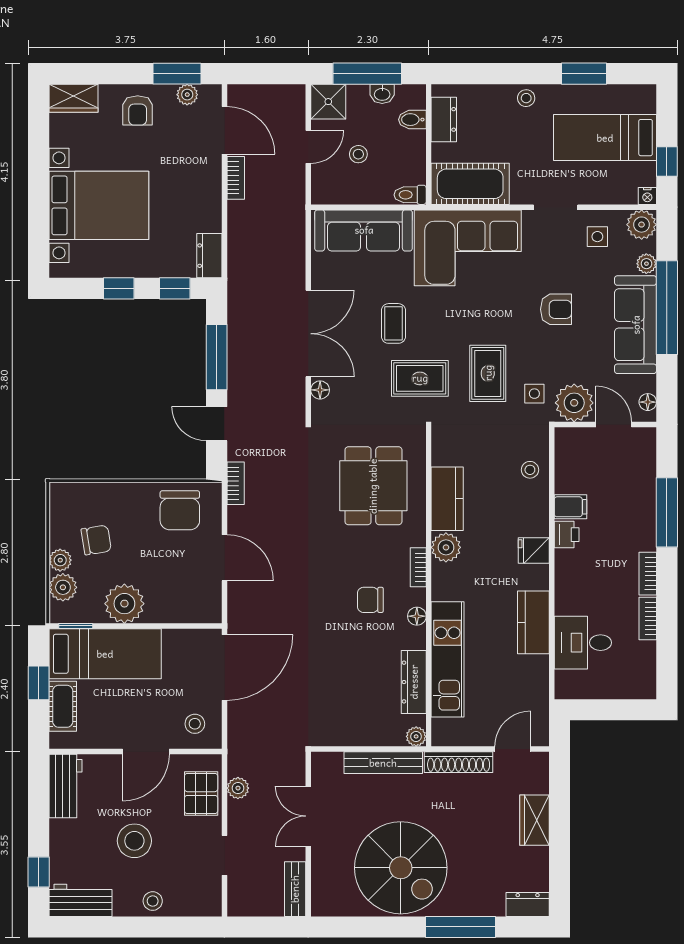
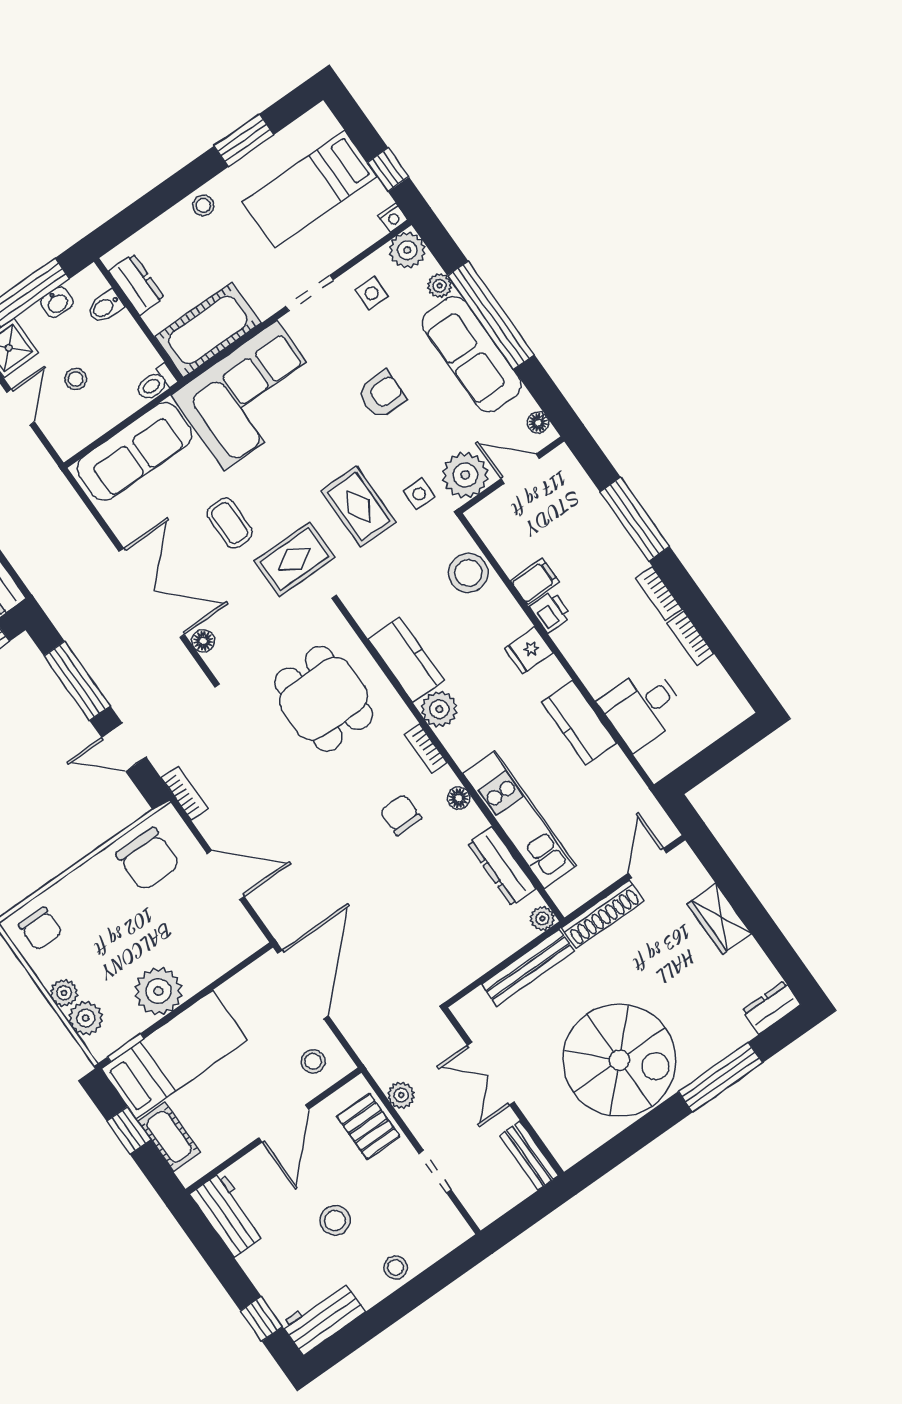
stool: (530, 470) -> (468, 573), width x1.89, depth x1.89
chair: (96, 540) -> (41, 929), moved, turned 99
chair: (370, 600) -> (401, 815), turned 90
stool: (134, 841) -> (335, 1220), width x0.73, depth x0.73

